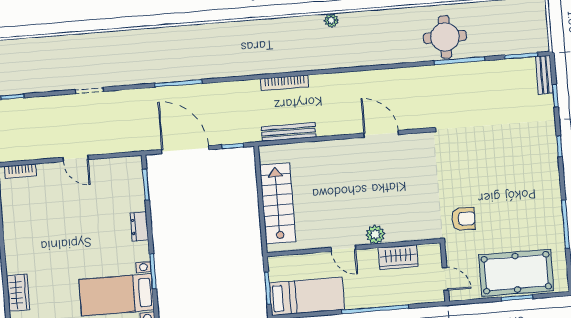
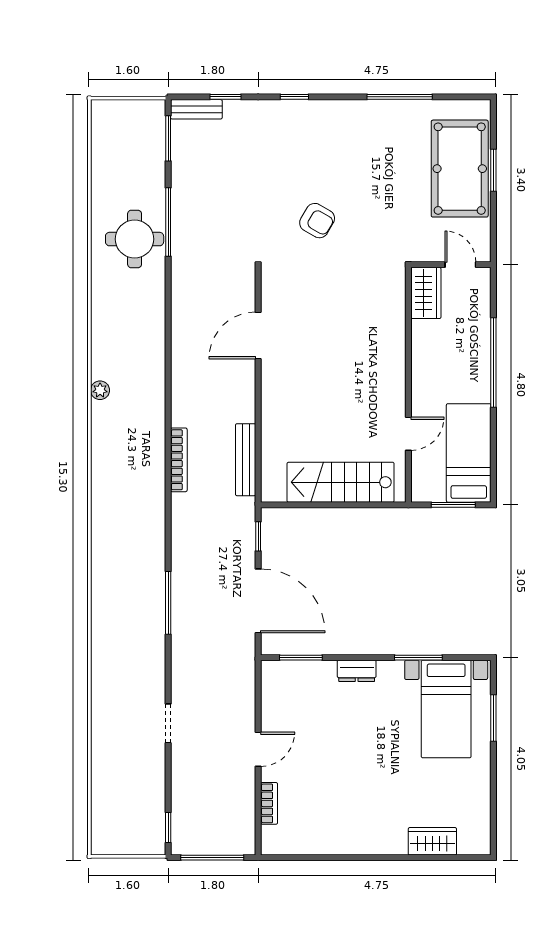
door: (185, 150) -> (258, 601), swing flipped
bookcase: (20, 171) -> (269, 803), moved
armchair: (464, 219) -> (317, 221), moved, turned 120
plant: (375, 234) -> (393, 354), removed
door: (344, 248) -> (408, 434), moved
wardrobe: (398, 257) -> (426, 293), moved
door: (445, 279) -> (460, 265), hinge flipped

